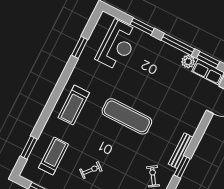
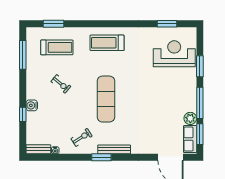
reception desk: (117, 45) -> (174, 54), turned 180
window: (80, 47) -> (167, 24), moved
exercise mat: (127, 116) -> (106, 99), moved

